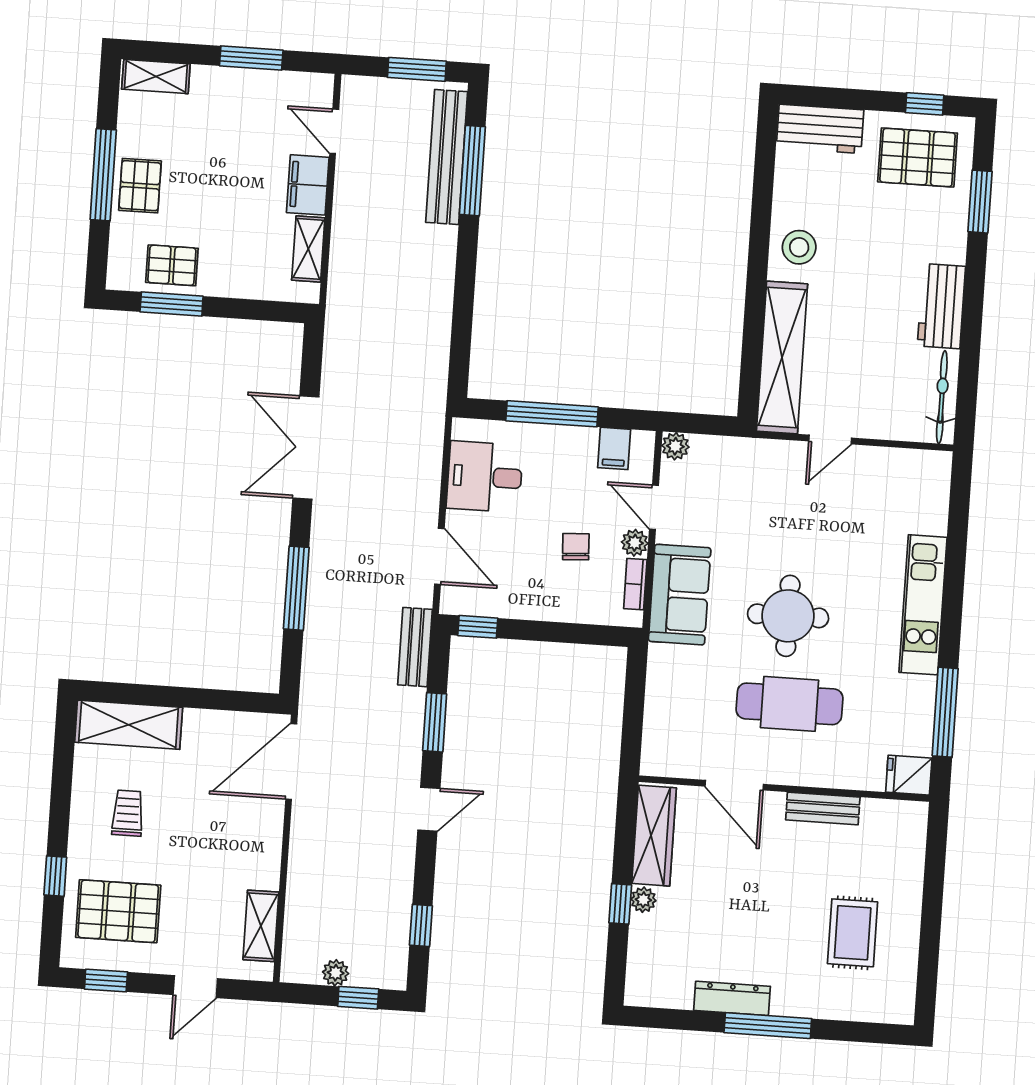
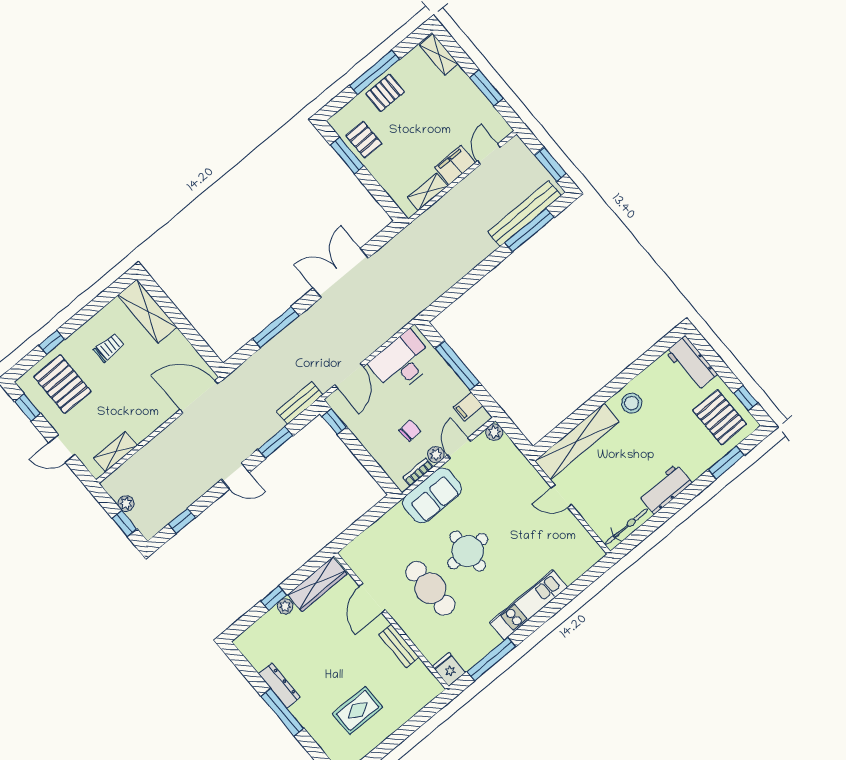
desk: (485, 477) -> (402, 362), width x1.37

